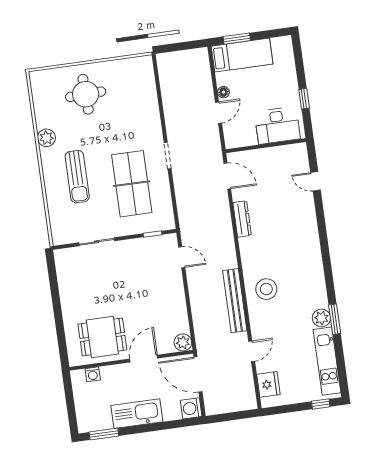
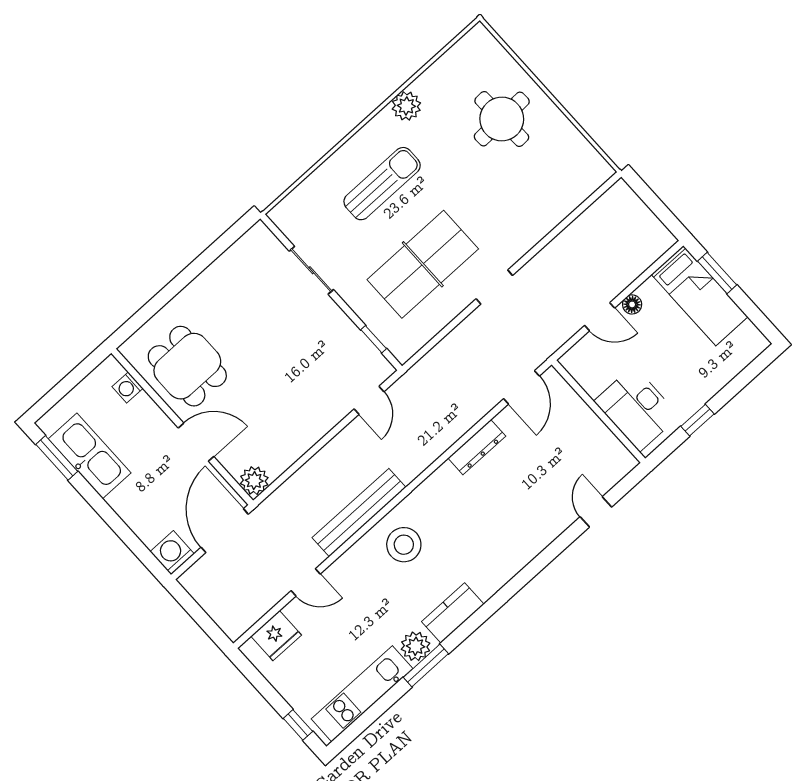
sun lounger: (77, 177) -> (382, 184), turned 180
kitchen counter: (317, 288) -> (453, 613), added
kitchen sink: (137, 414) -> (90, 456), moved

